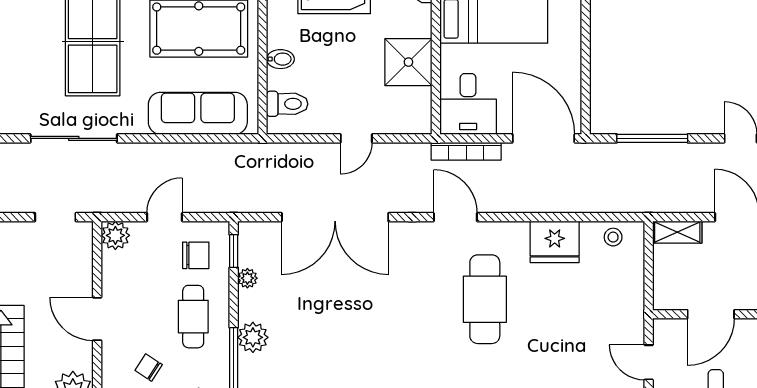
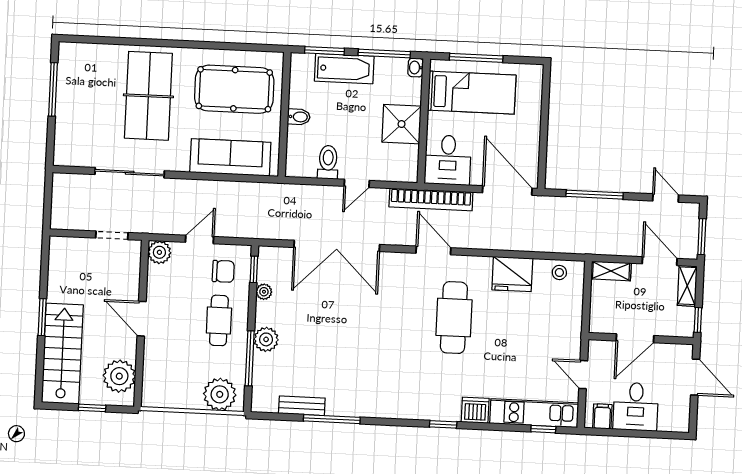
toilet: (287, 104) -> (328, 162), moved, turned -90
bookcase: (466, 151) -> (431, 200), width x1.48, depth x1.31
chair: (149, 368) -> (181, 360), removed

